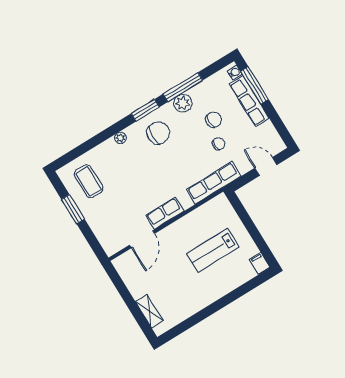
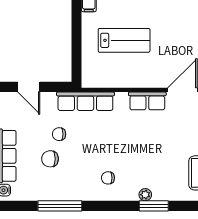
plant: (183, 103) -> (69, 191), removed
window: (145, 110) -> (154, 206), moved
chair: (158, 133) -> (108, 178), width x0.54, depth x0.54

